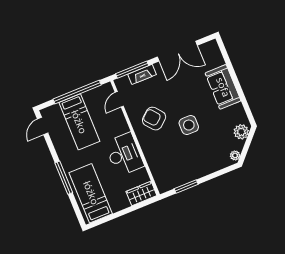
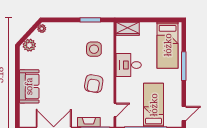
armchair: (154, 119) -> (94, 84), turned 50
side table: (189, 125) -> (94, 49), moved
desk: (124, 154) -> (129, 65), width x0.73

